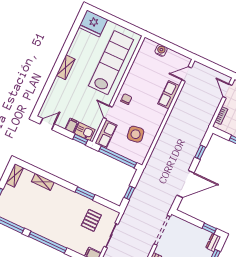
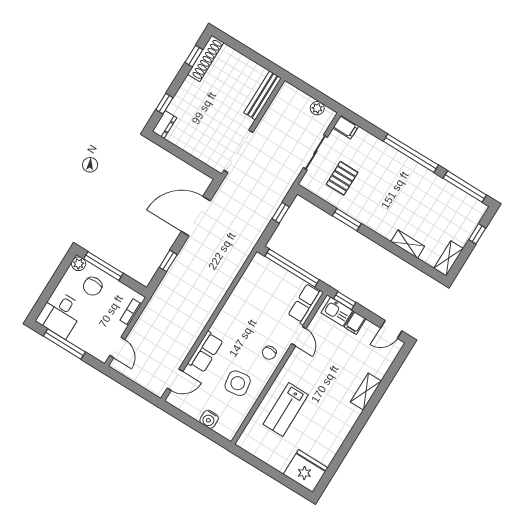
lab bench: (111, 63) -> (286, 409), width x0.54, depth x0.72
shelving: (66, 67) -> (366, 391), moved
side table: (136, 134) -> (238, 383), moved
window: (209, 228) -> (168, 146), removed

